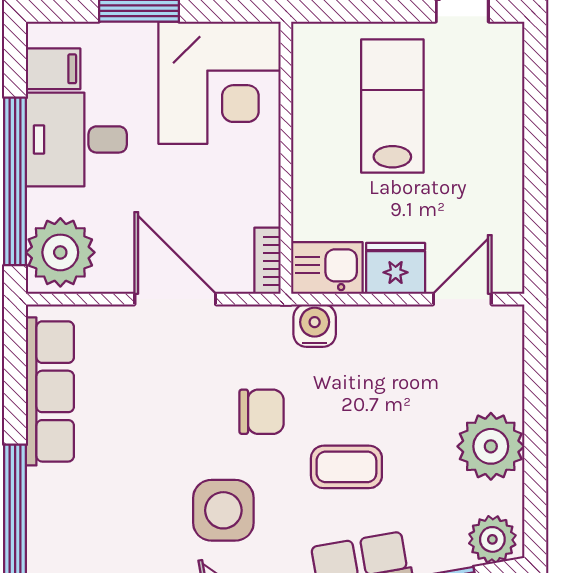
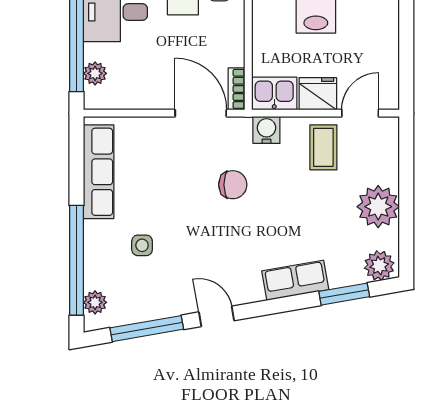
plant: (60, 252) -> (95, 73), width x0.53, depth x0.53
door: (175, 299) -> (201, 113), moved
coffee table: (346, 467) -> (323, 147), moved, turned 90
side table: (223, 510) -> (142, 245), moved, width x0.54, depth x0.54

